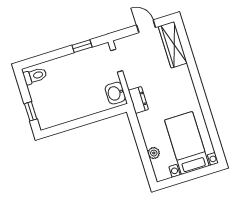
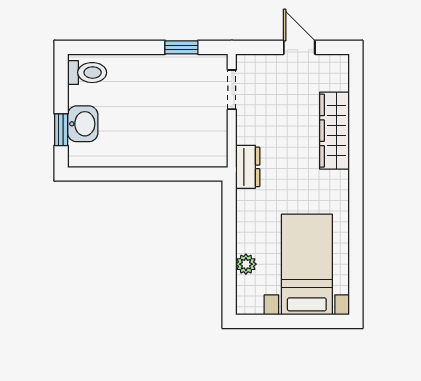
wardrobe: (173, 45) -> (335, 131), moved
washbasin: (115, 93) -> (83, 124), moved, turned 180

